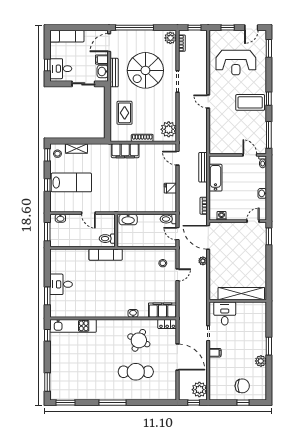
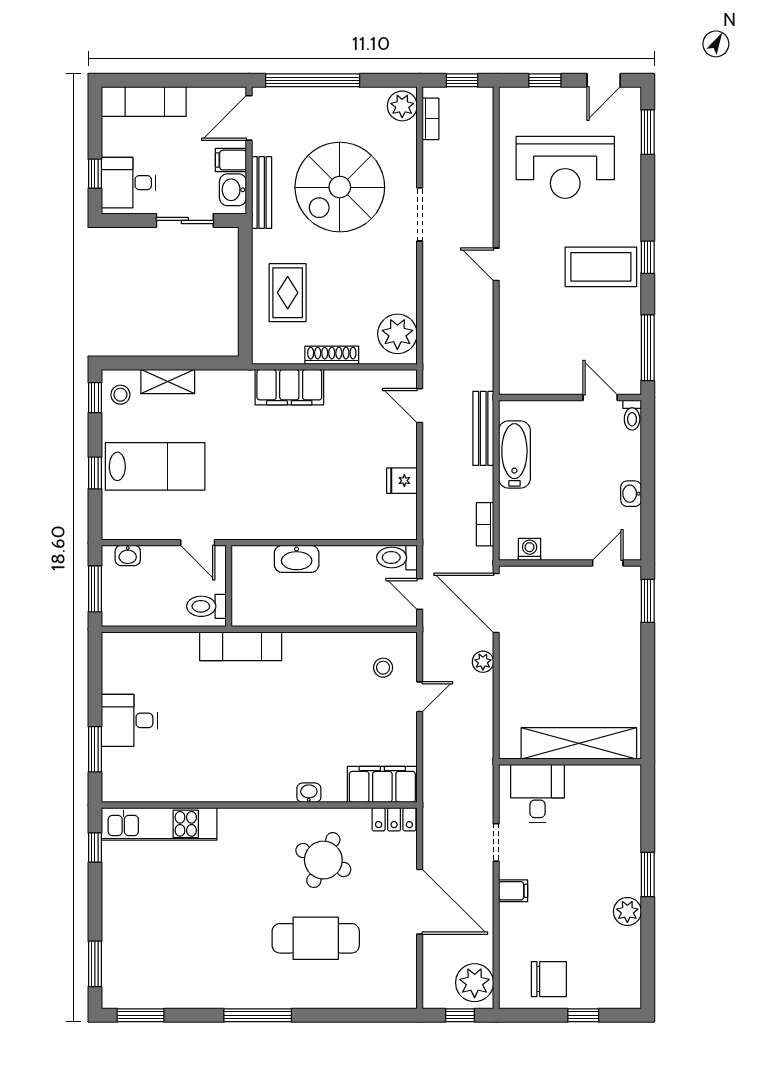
wall: (116, 230) -> (229, 586), moved
toilet: (107, 239) -> (206, 606), moved
chair: (242, 386) -> (549, 979), moved

